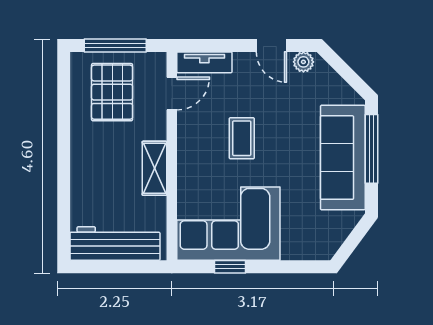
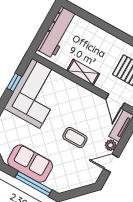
plant: (303, 62) -> (111, 145), moved
coffee table: (242, 138) -> (75, 138), moved
sofa: (343, 158) -> (30, 164), width x0.73

